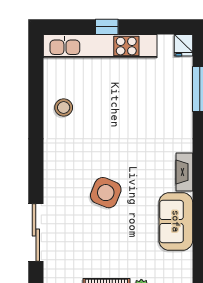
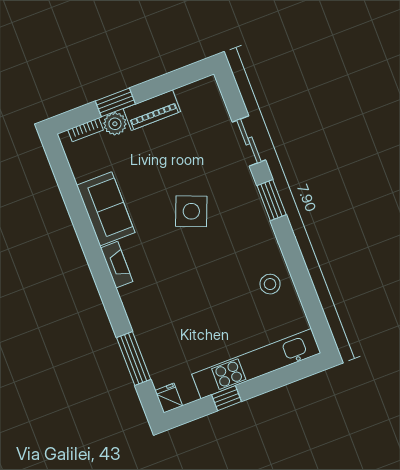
window: (107, 27) -> (226, 398), moved
window: (36, 176) -> (272, 200), added
sliding door: (36, 232) -> (249, 141), width x0.73

